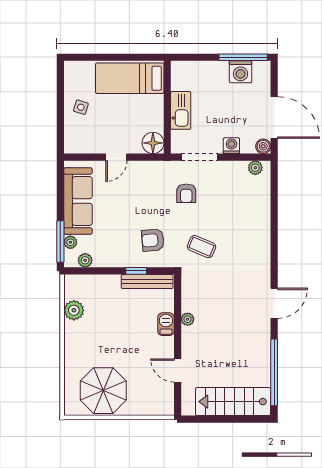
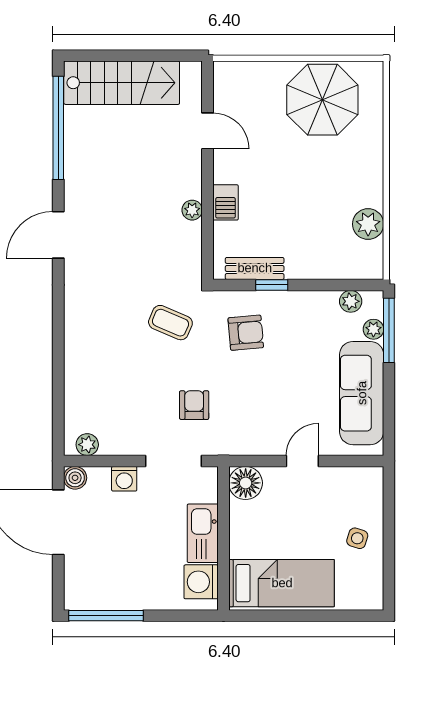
washing machine: (240, 72) -> (201, 582), moved, turned -90
bench: (147, 282) -> (255, 268), width x0.73

